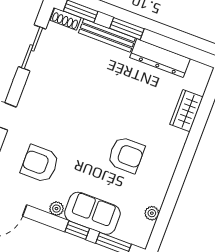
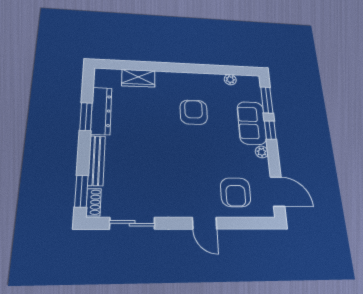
window: (127, 29) -> (86, 117), moved
armchair: (40, 164) -> (236, 192), moved

